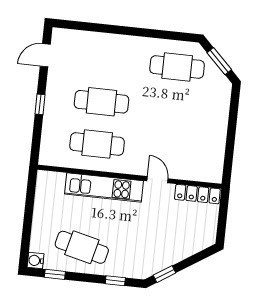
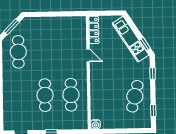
door: (157, 180) -> (88, 55), swing flipped
kitchen unit: (104, 187) -> (131, 39), moved, turned 147
water cooler: (35, 261) -> (95, 124), moved

